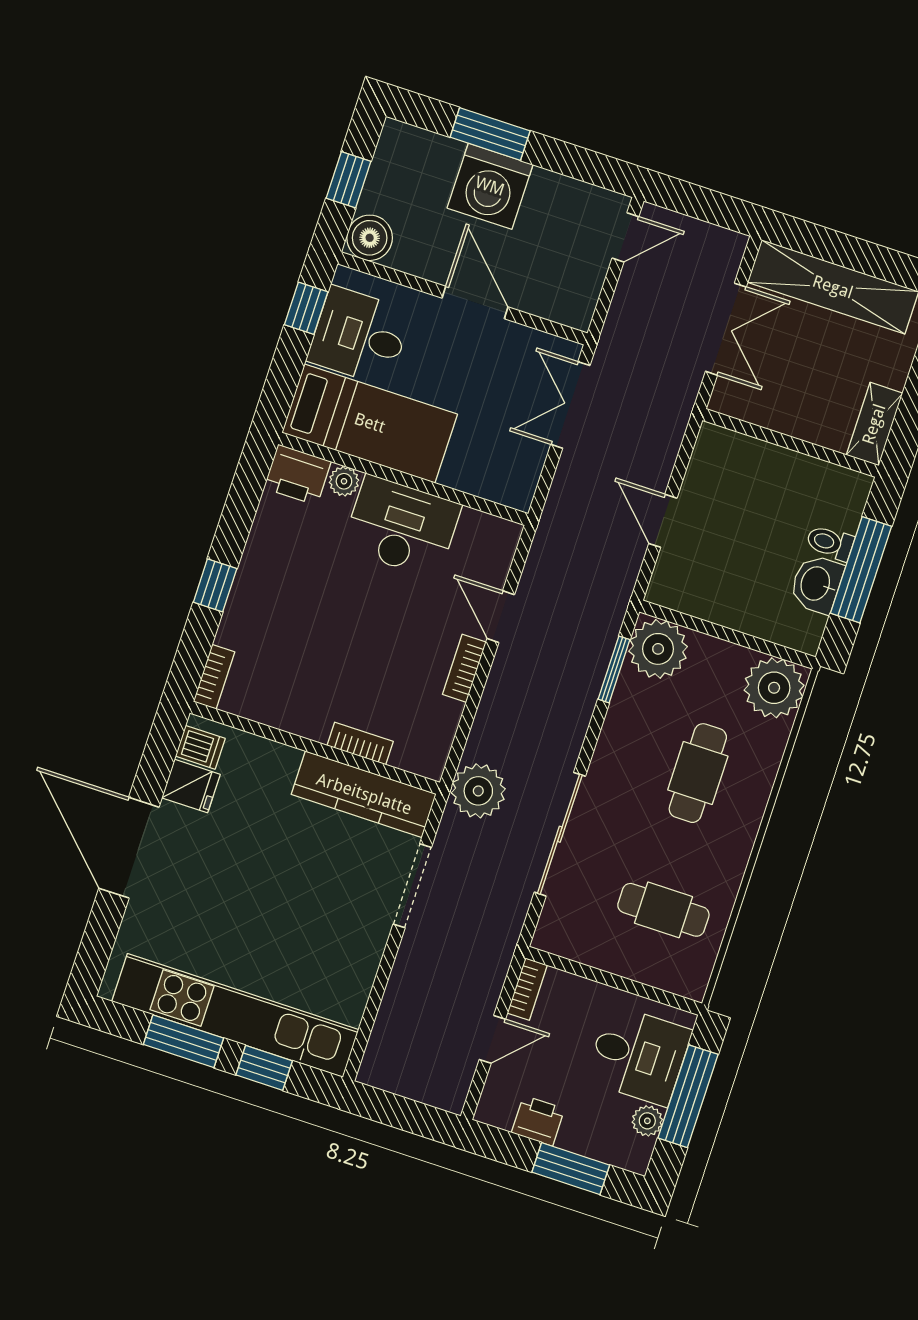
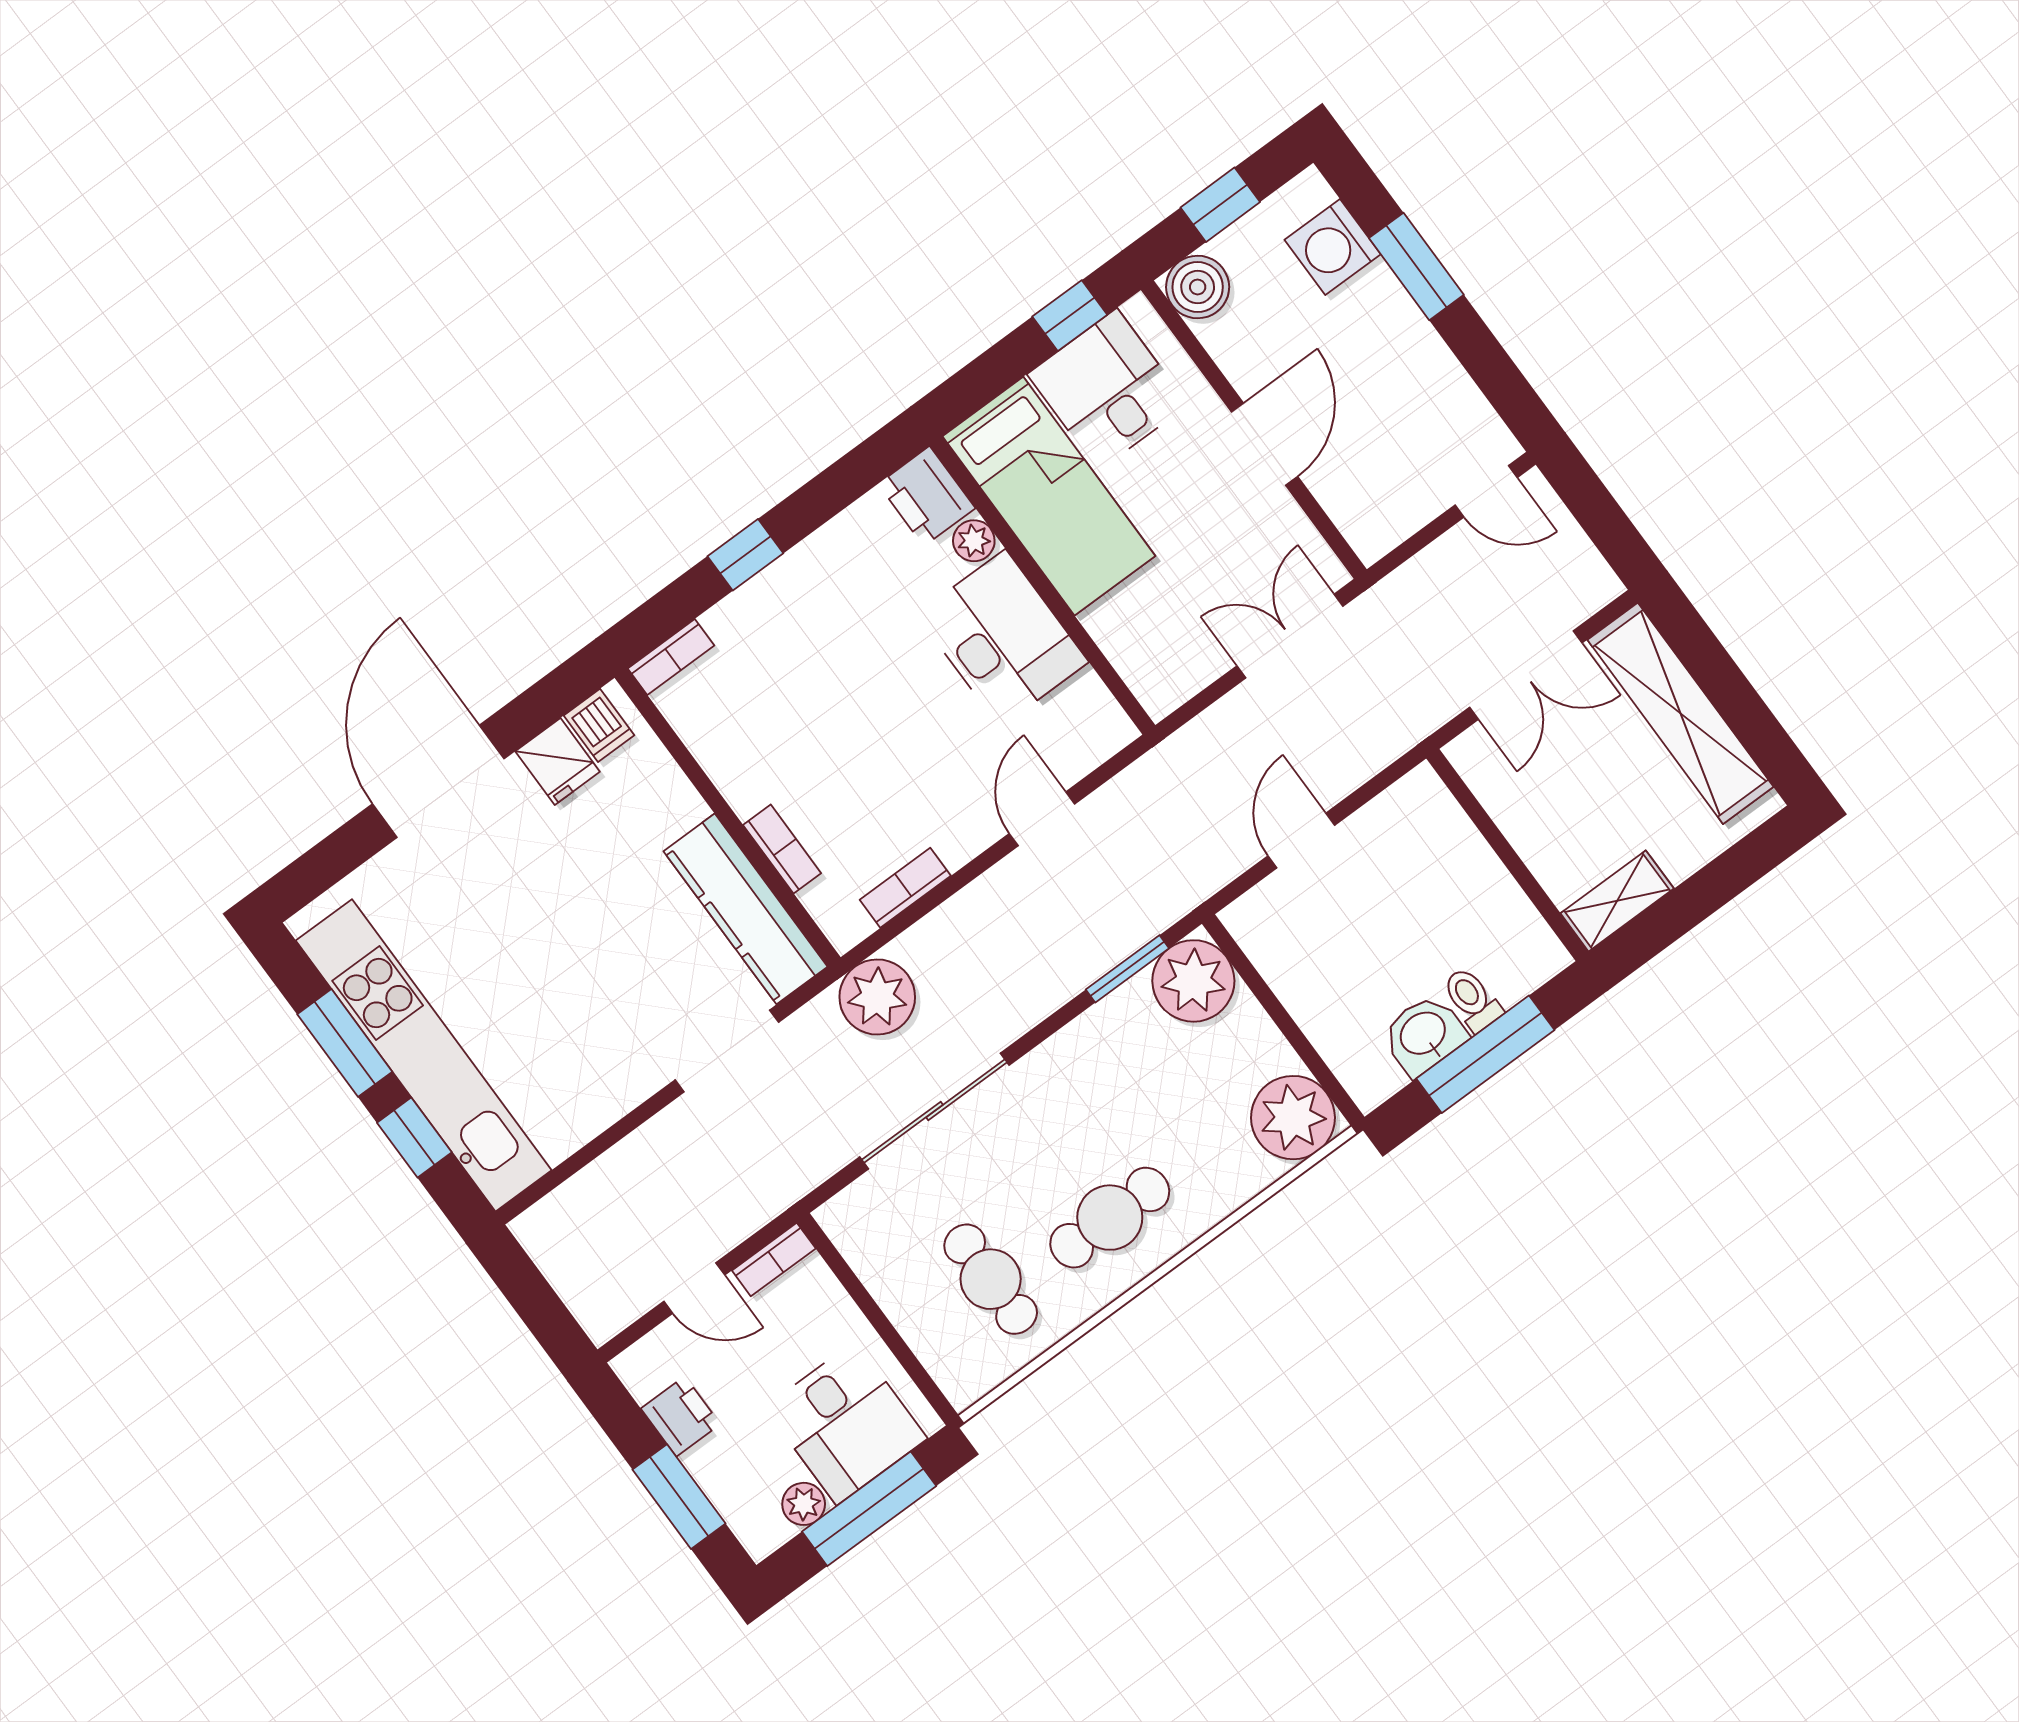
washing machine: (490, 186) -> (1333, 247), moved, width x0.73, depth x0.73
bookcase: (464, 668) -> (905, 888), moved
cafe table: (698, 773) -> (1110, 1218), moved

